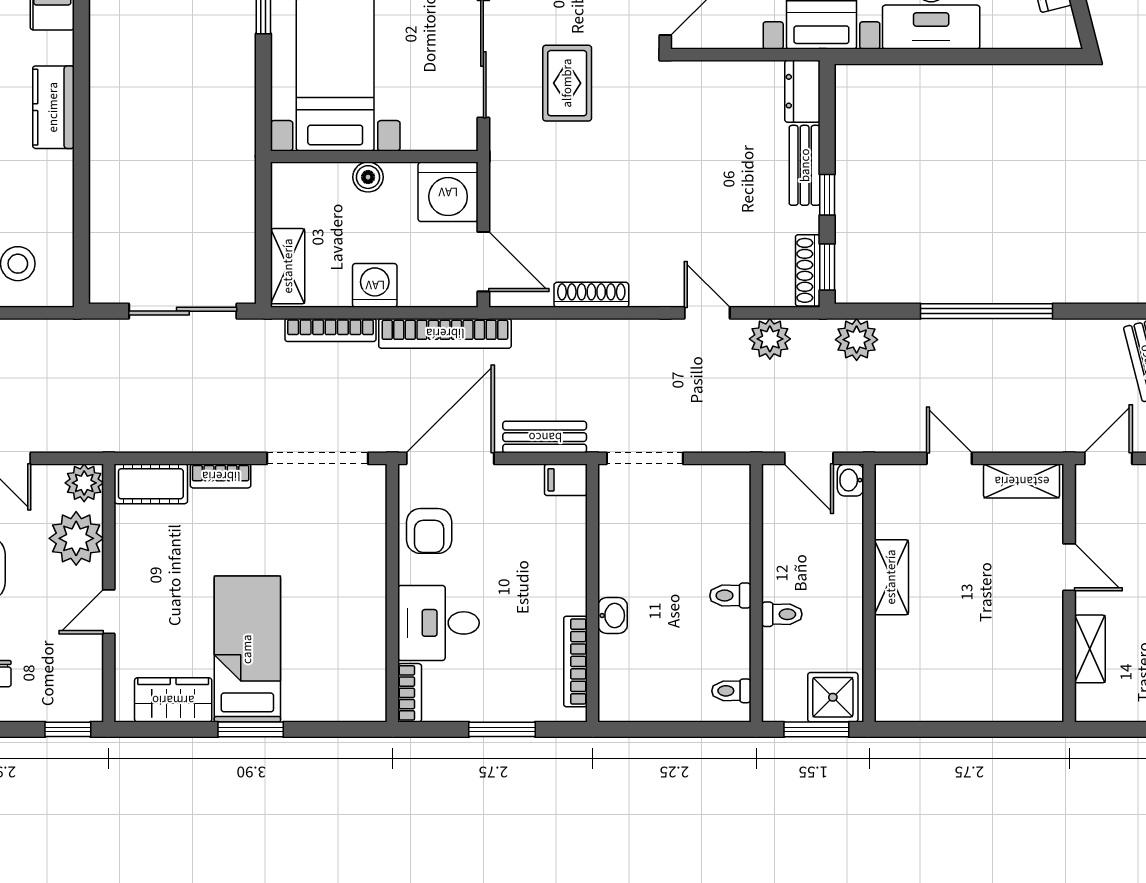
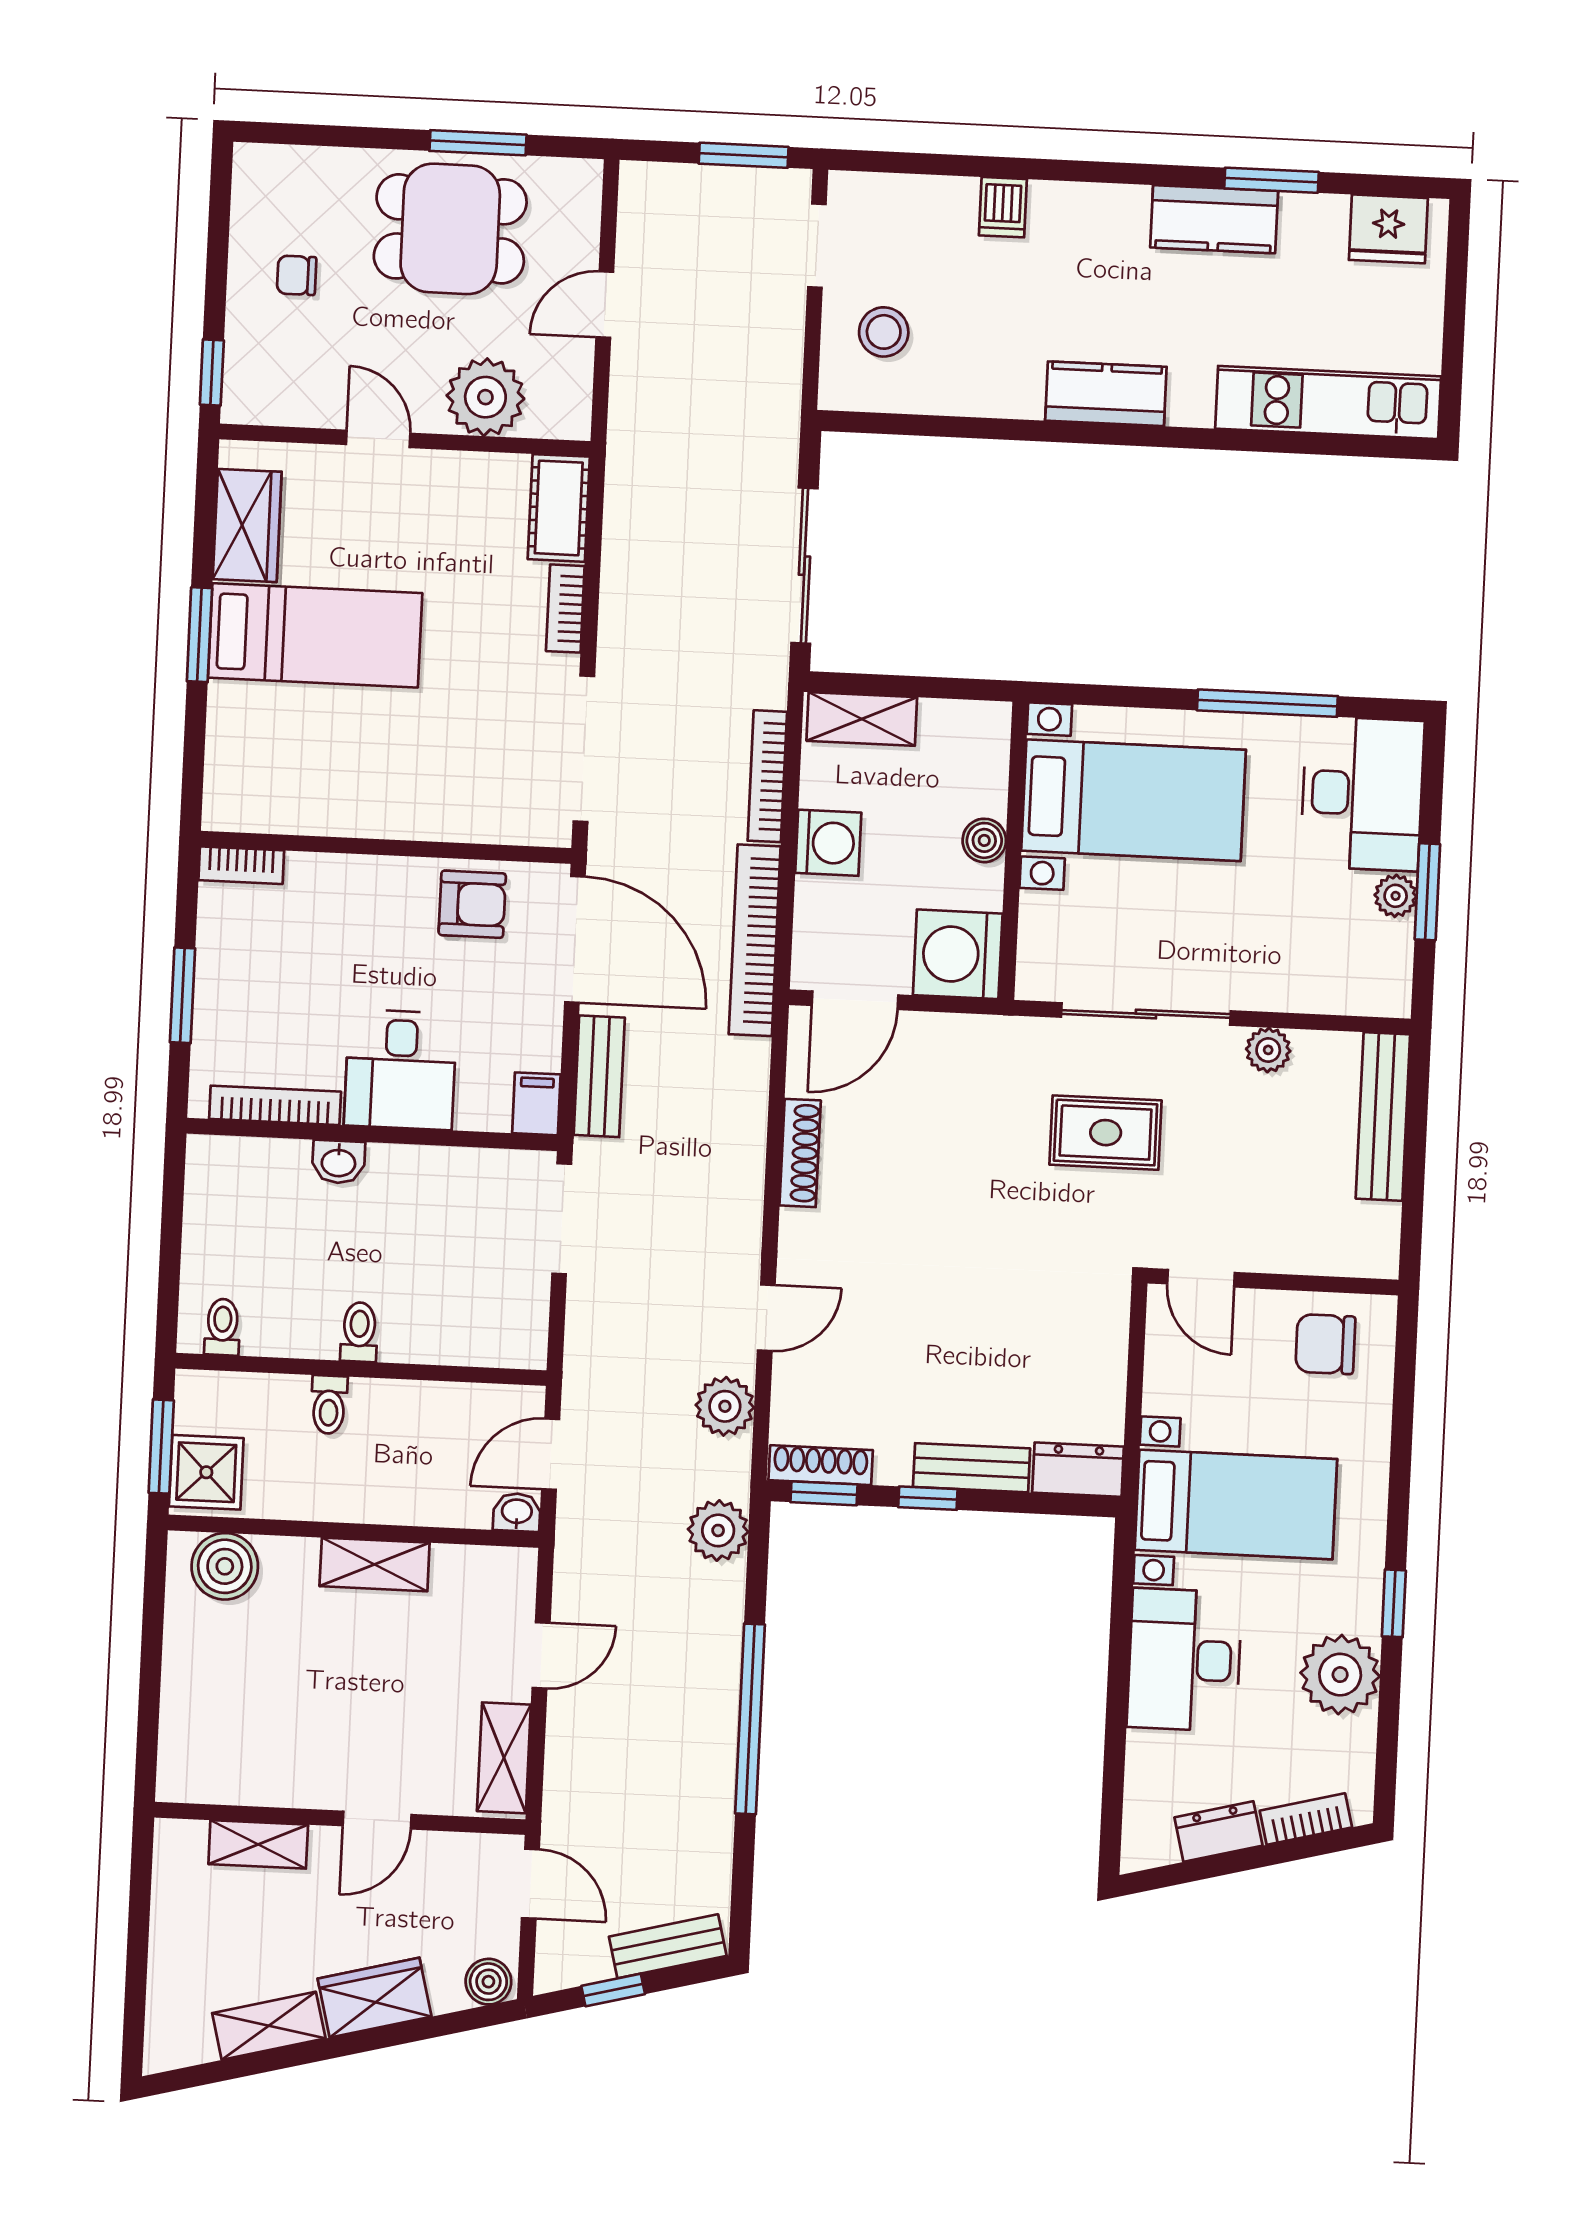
plant: (84, 483) -> (564, 412), removed
armchair: (429, 531) -> (472, 904), turned 180
desk: (439, 623) -> (400, 1070), moved, turned 180
boiler: (898, 681) -> (225, 1566), added

